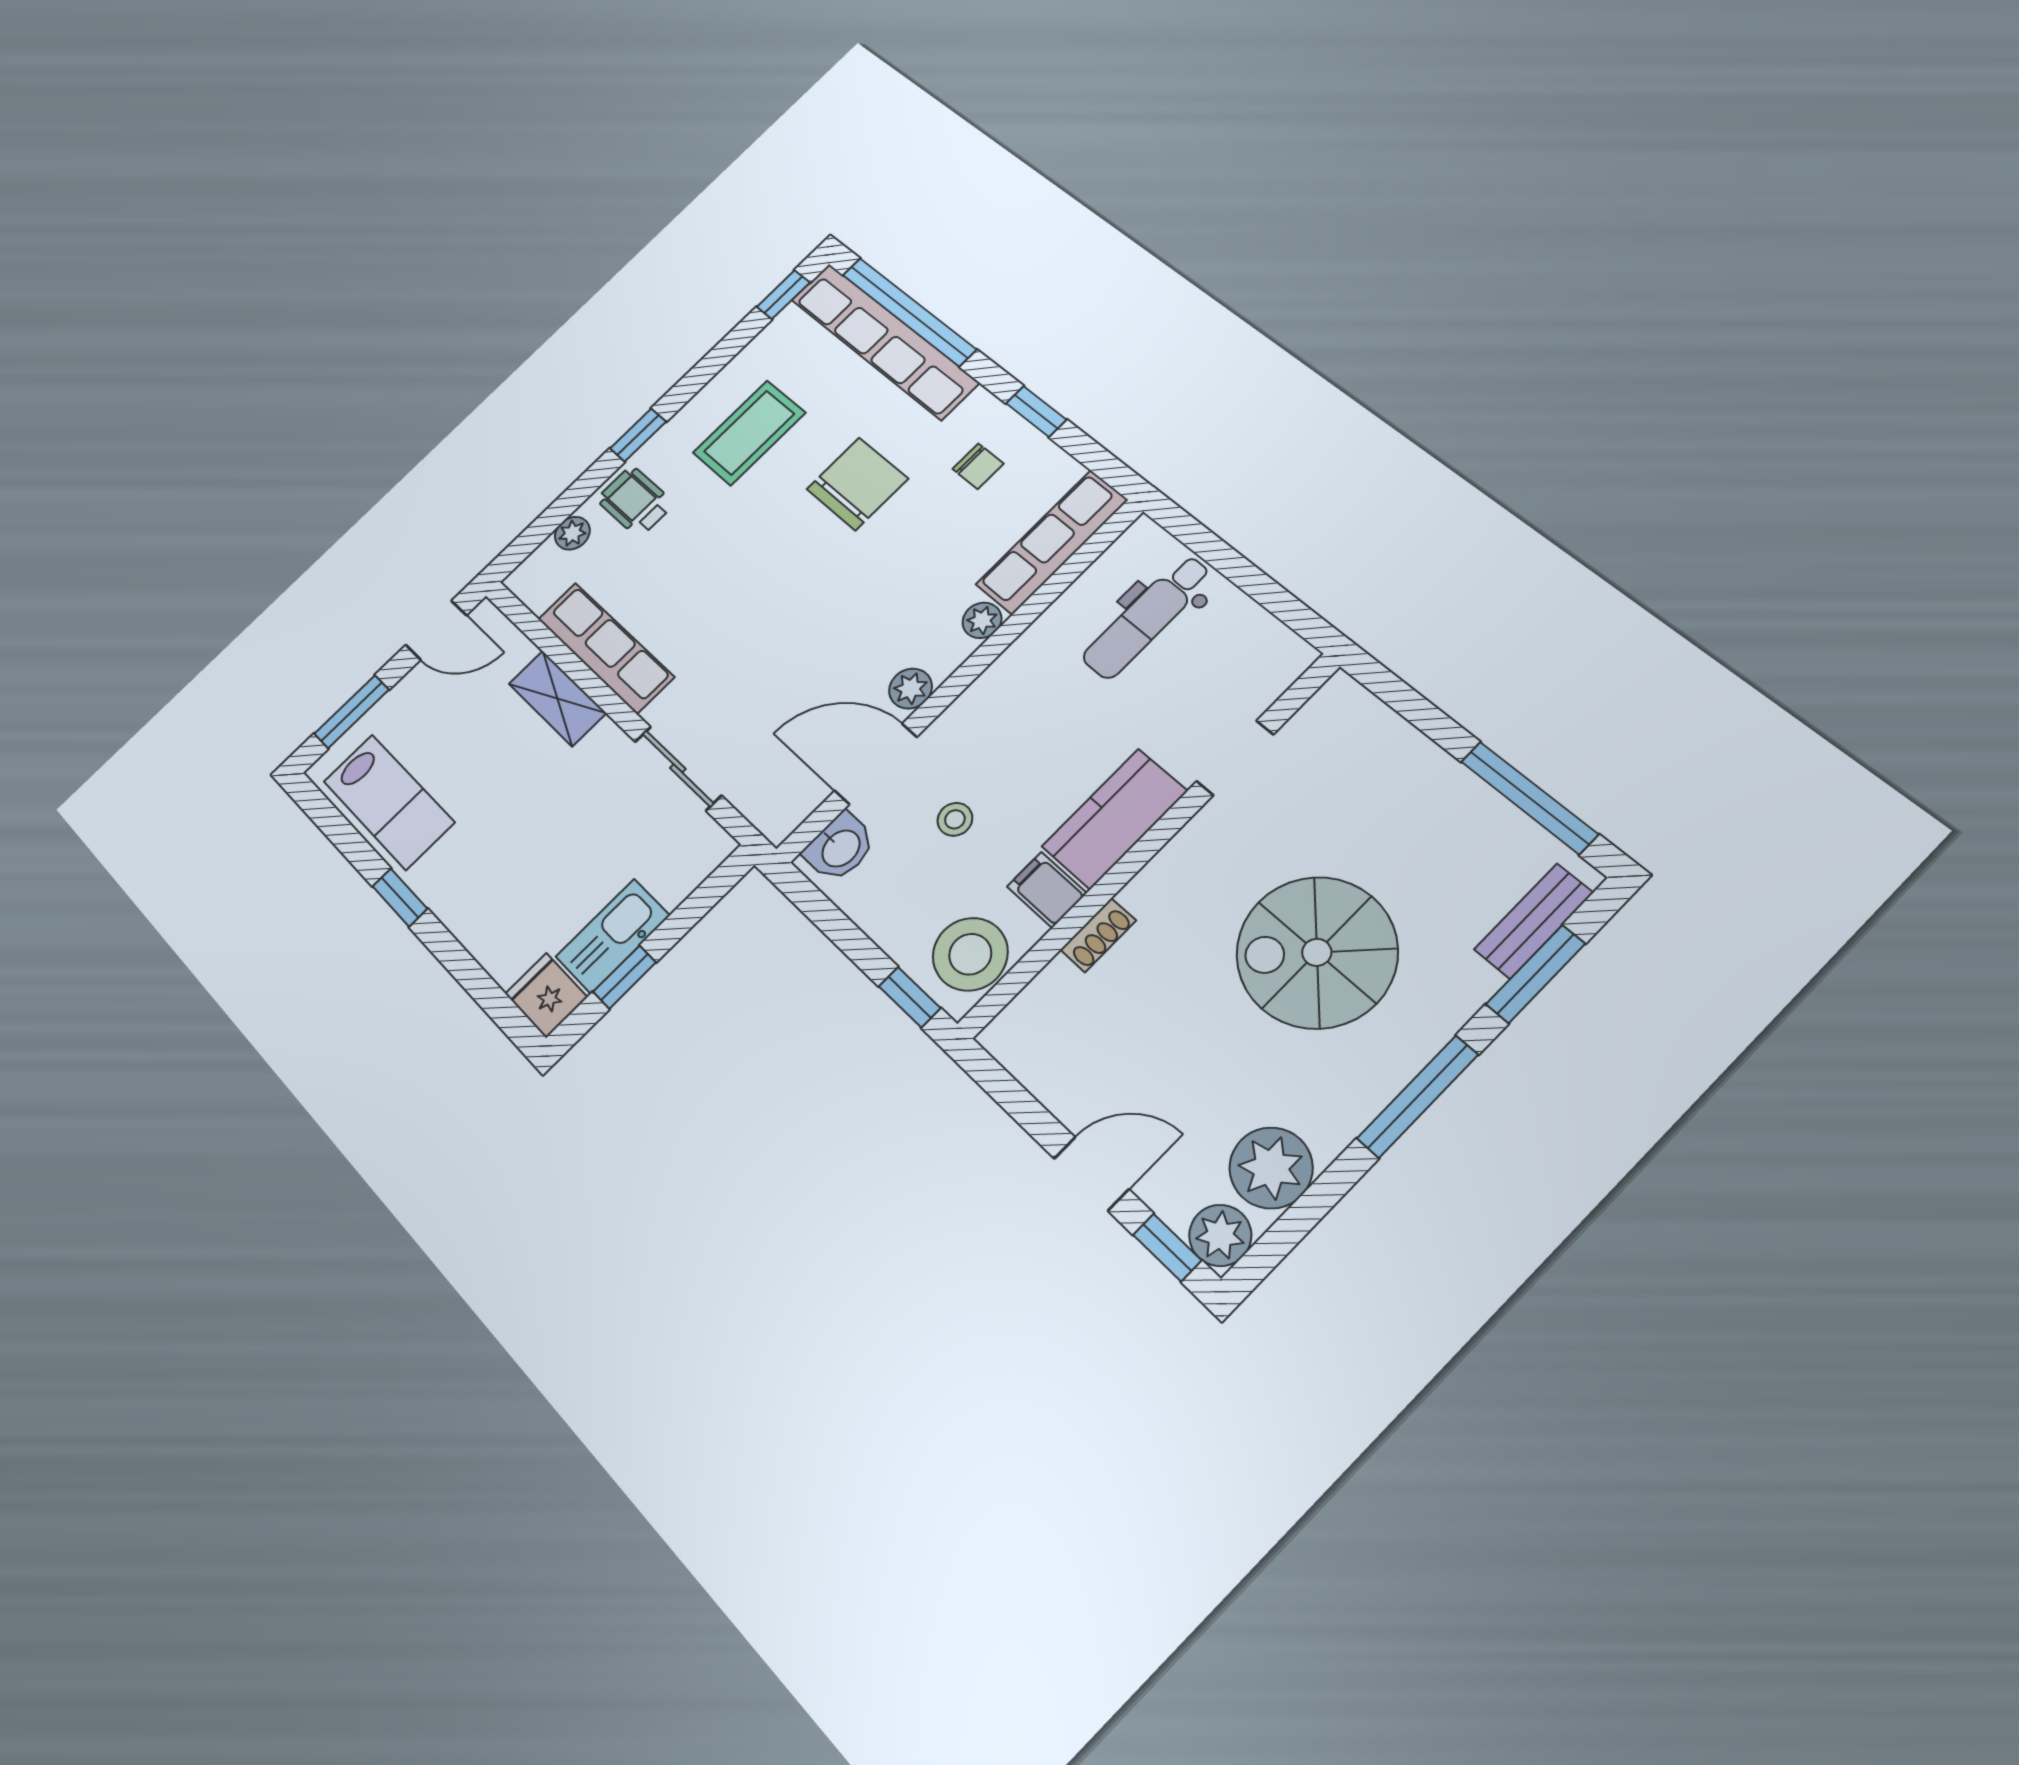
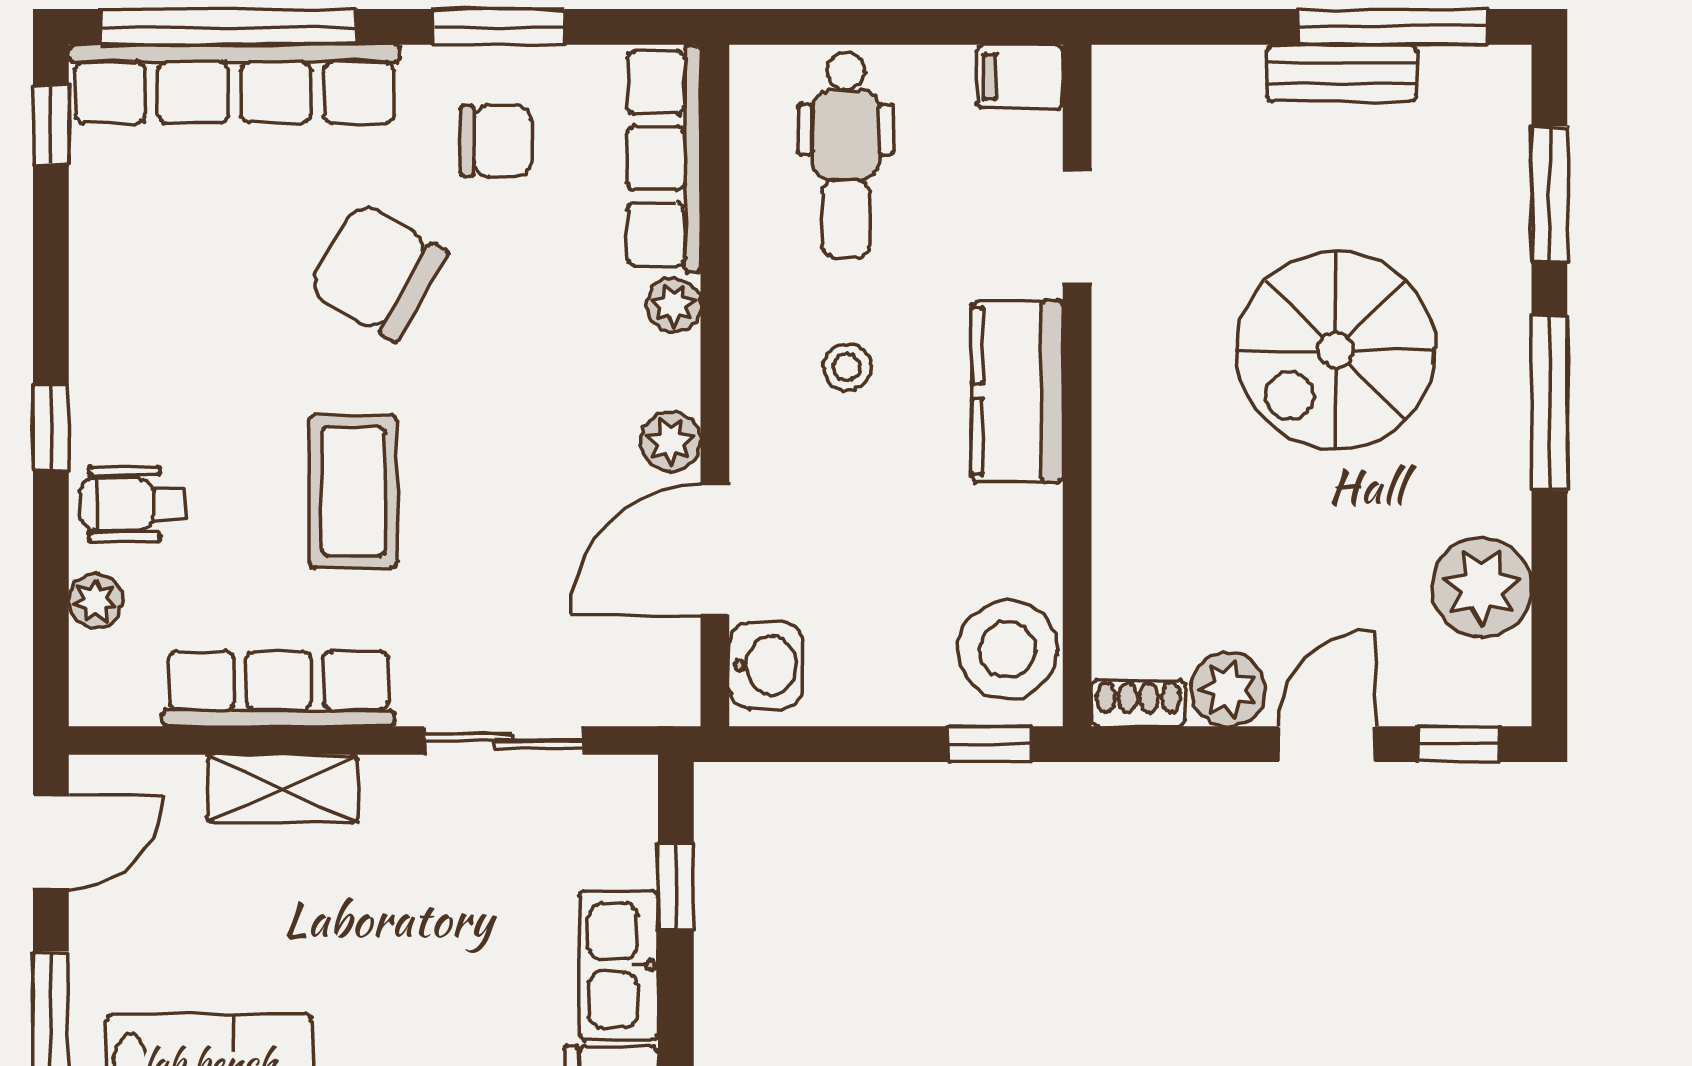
window: (1036, 411) -> (499, 27), width x1.50
coffee table: (749, 433) -> (353, 491), moved
chair: (978, 466) -> (496, 141), width x1.37, depth x1.37
chair: (857, 484) -> (377, 272), turned -60
stool: (955, 819) -> (847, 367), moved
filing cabinet: (1047, 890) -> (1020, 77), moved
bench: (1534, 921) -> (1341, 73), moved, turned 90
shoe rack: (1098, 935) -> (1138, 703), moved, turned -90
window: (625, 977) -> (676, 887), moved
plant: (1220, 1235) -> (1228, 689), moved

